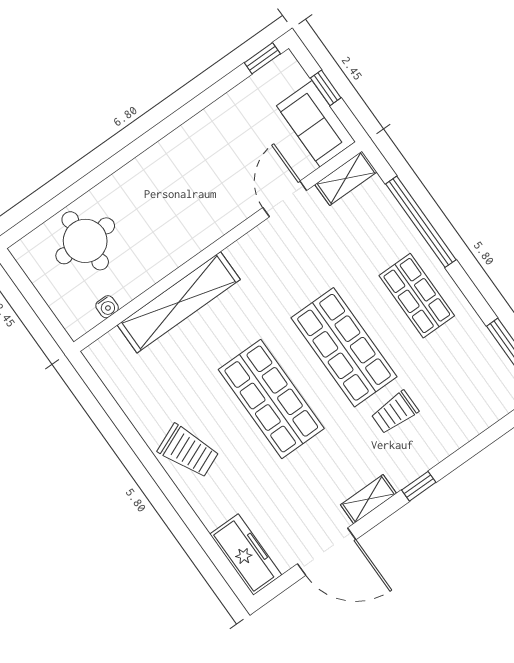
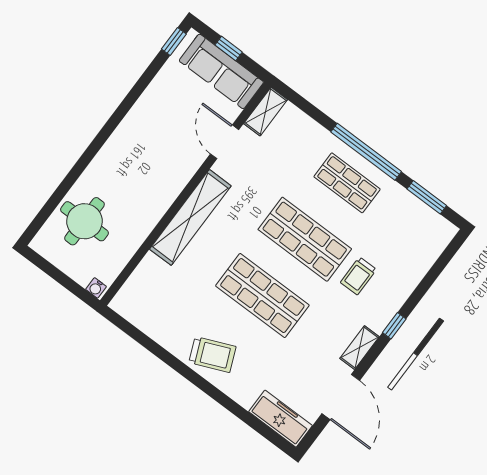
sofa: (316, 124) -> (221, 71), width x1.36
window: (421, 222) -> (366, 152), moved
shelving: (179, 302) -> (190, 217), moved
water cooler: (107, 307) -> (96, 288), moved, turned 90
door: (327, 552) -> (341, 397), hinge flipped

